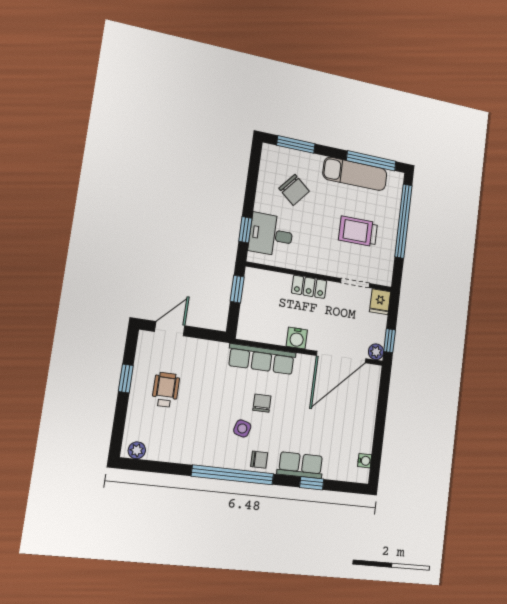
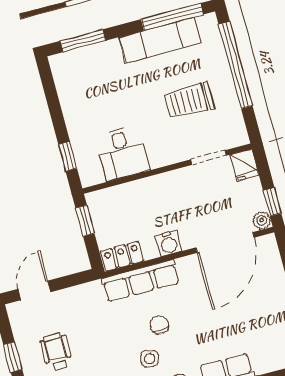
chair: (294, 190) -> (101, 90), removed
desk: (271, 235) -> (122, 153), moved, turned -90
locker: (309, 287) -> (122, 256), moved, turned 180

